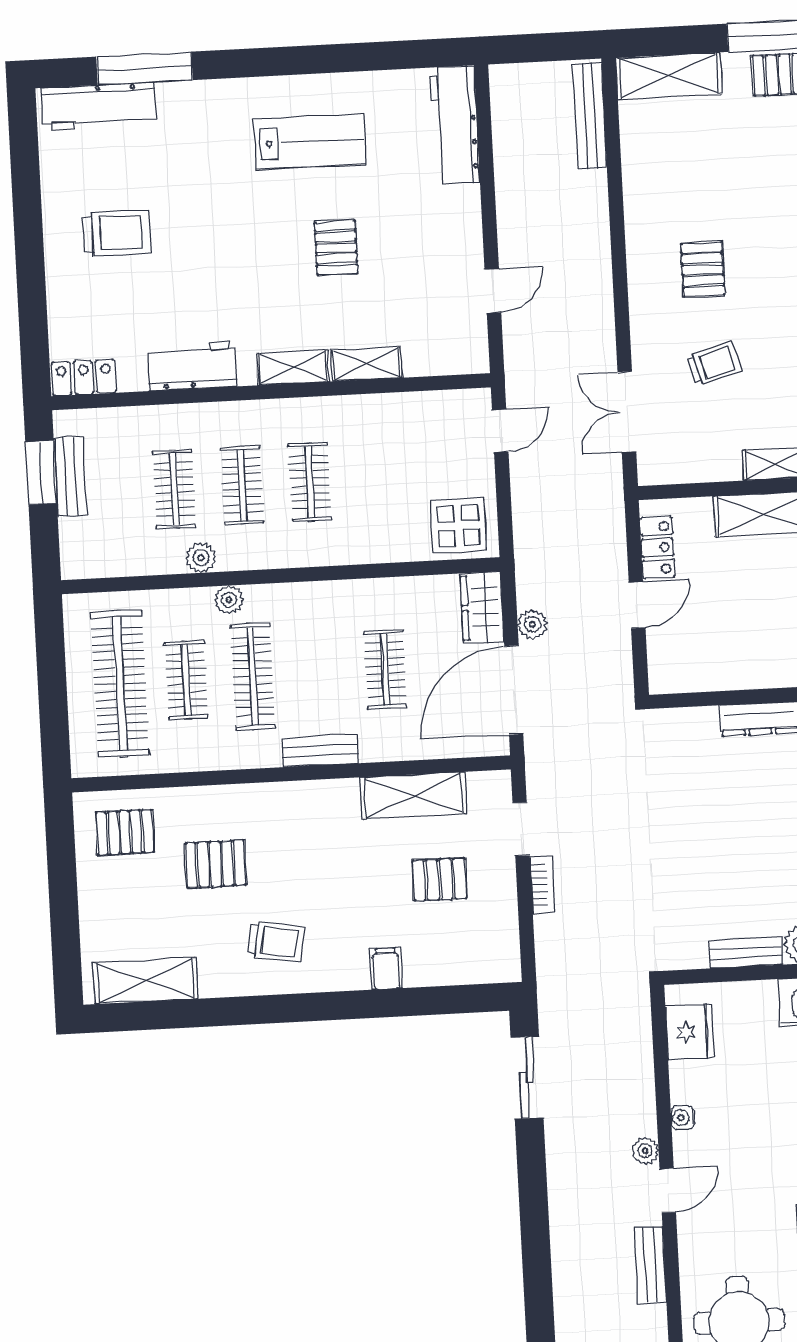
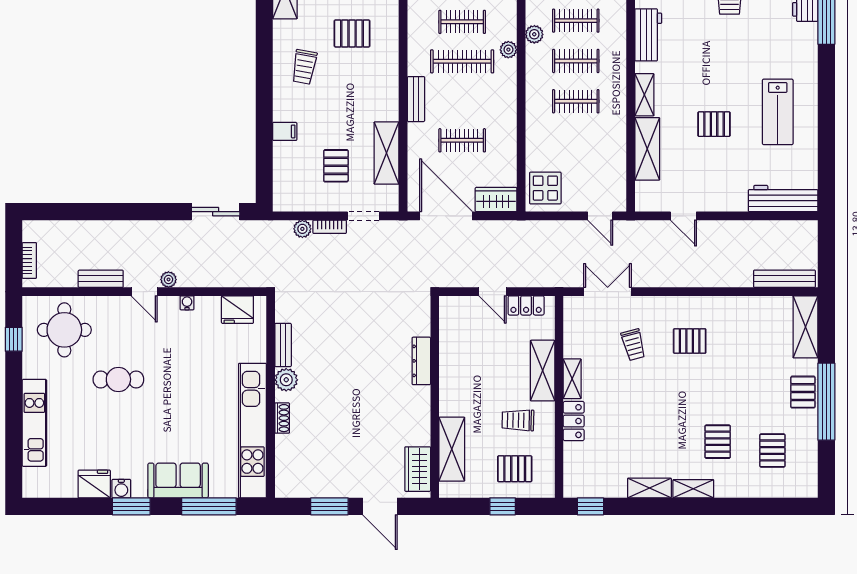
shelving: (366, 364) -> (647, 149), width x1.50, depth x1.33
plant: (532, 624) -> (302, 229), moved
pallet: (215, 864) -> (352, 33), turned 90

